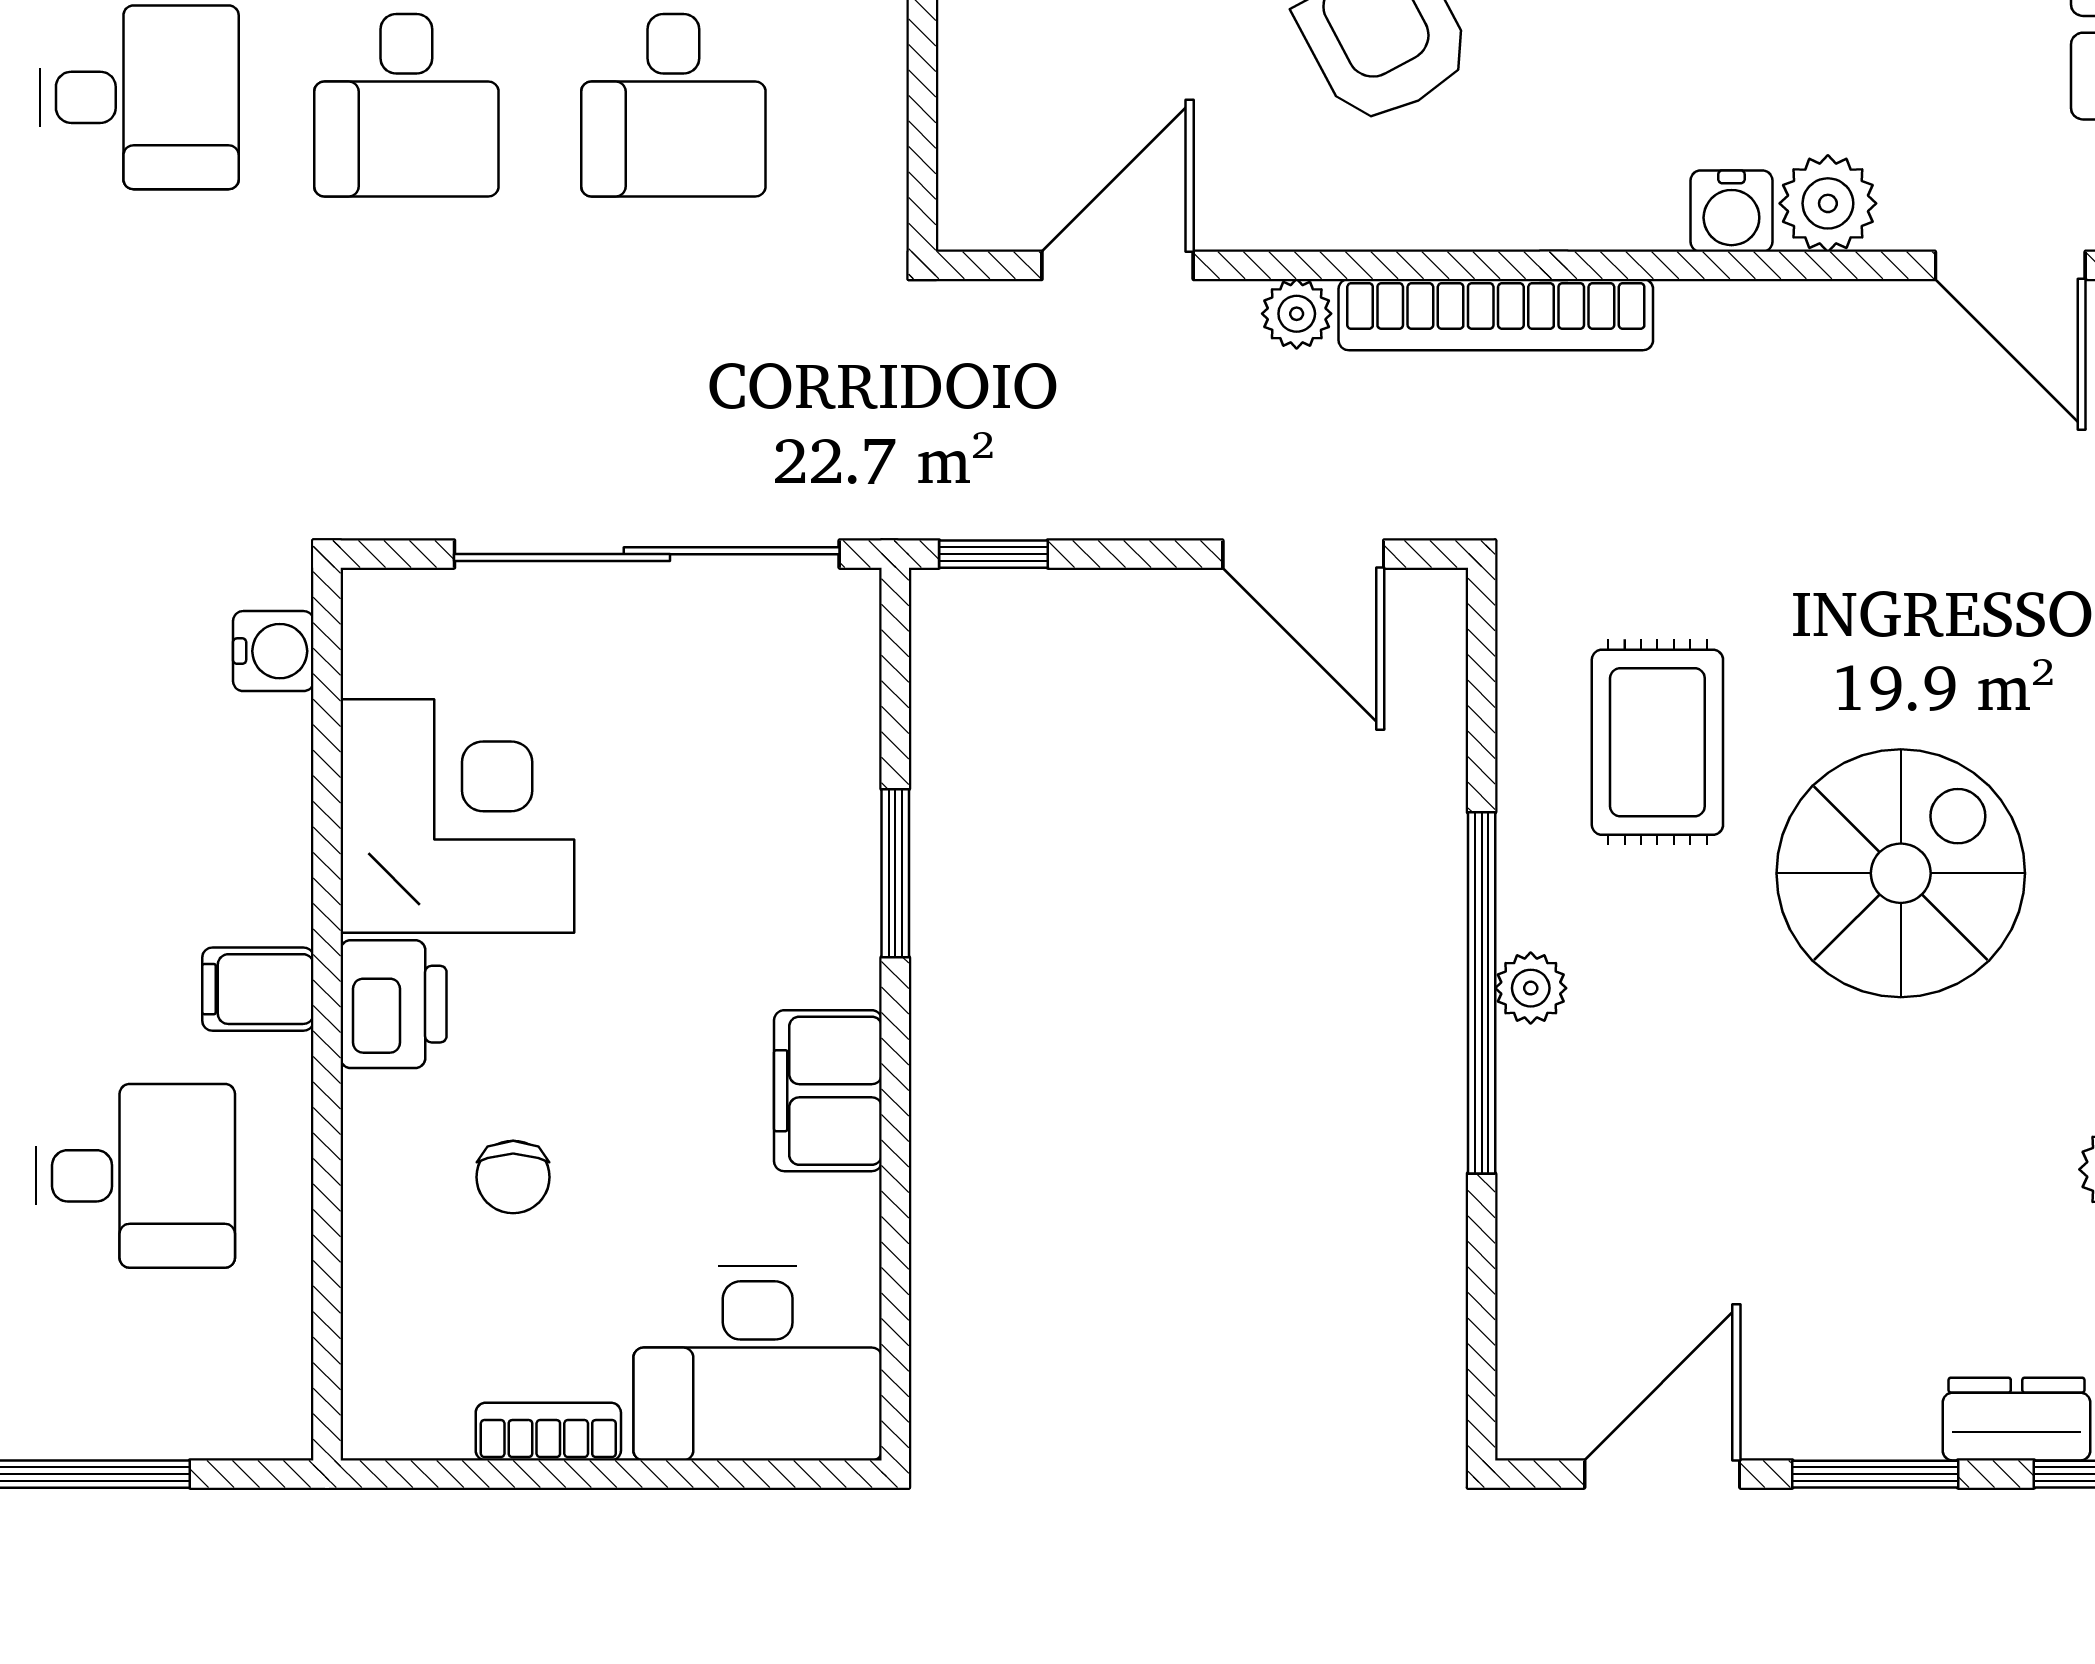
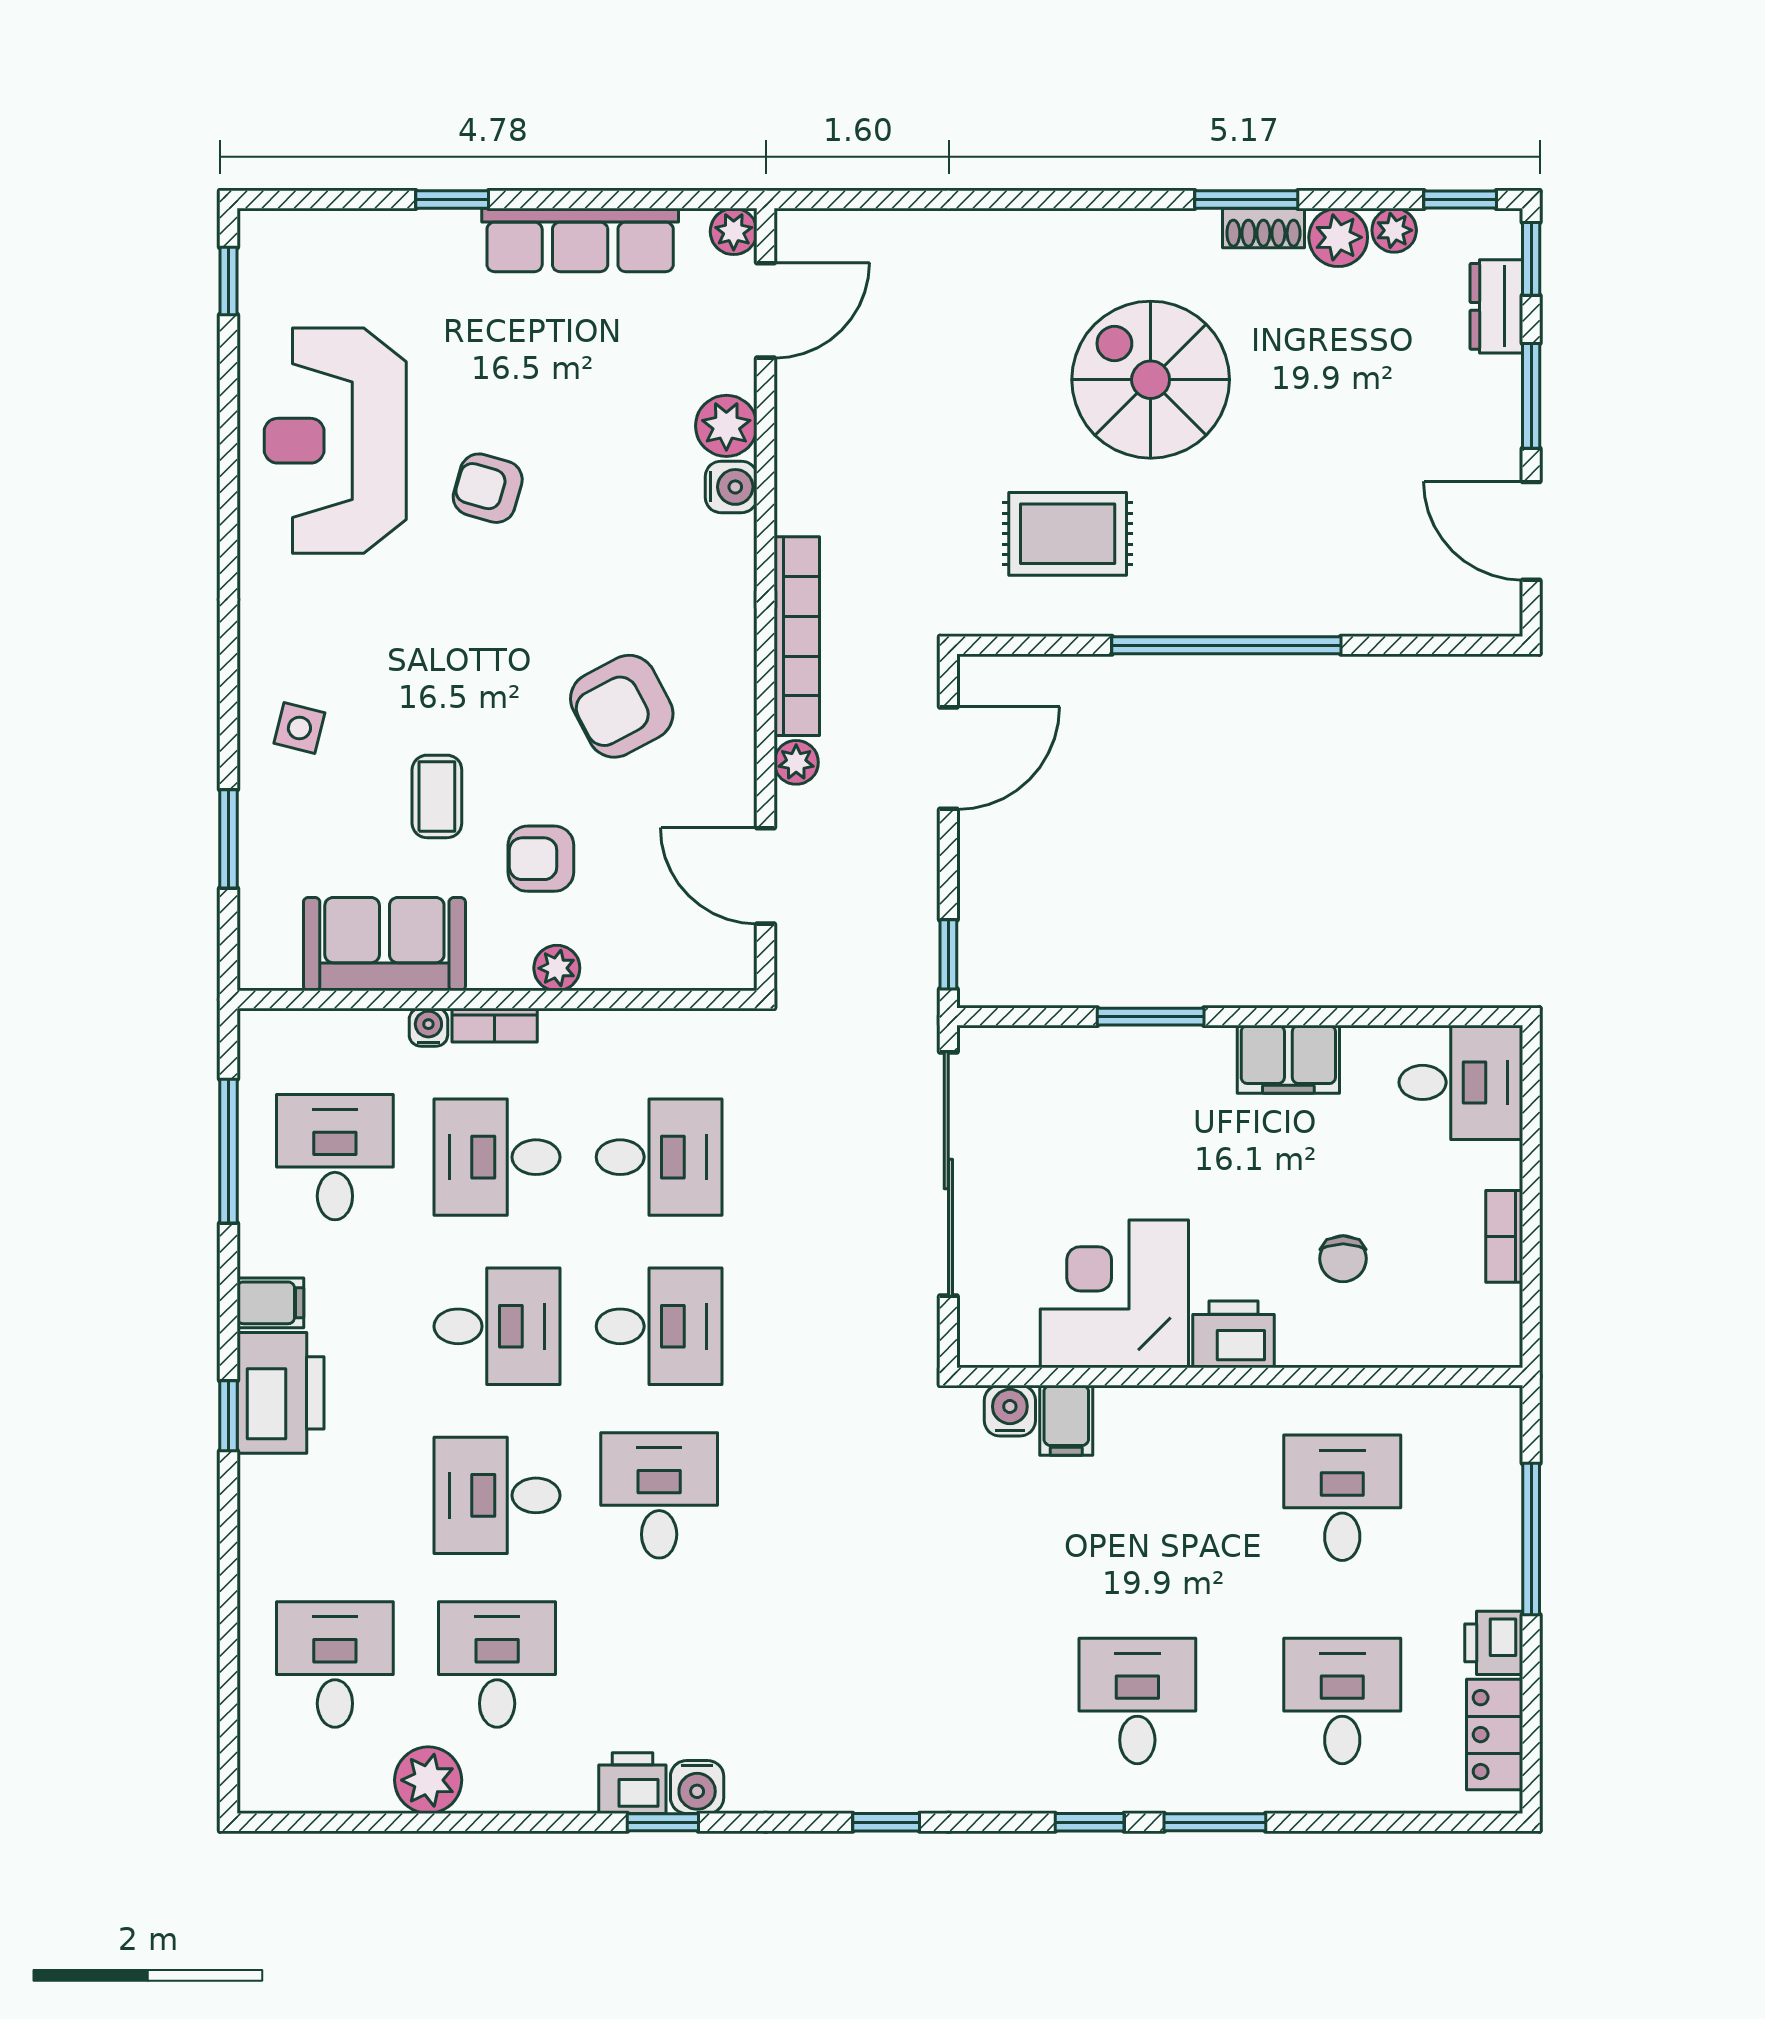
plant: (1531, 988) -> (1223, 614), removed
filing cabinet: (258, 989) -> (1066, 1420), moved
chair: (513, 1177) -> (1343, 1259), turned 90
desk: (758, 1363) -> (1461, 1082), width x0.73

